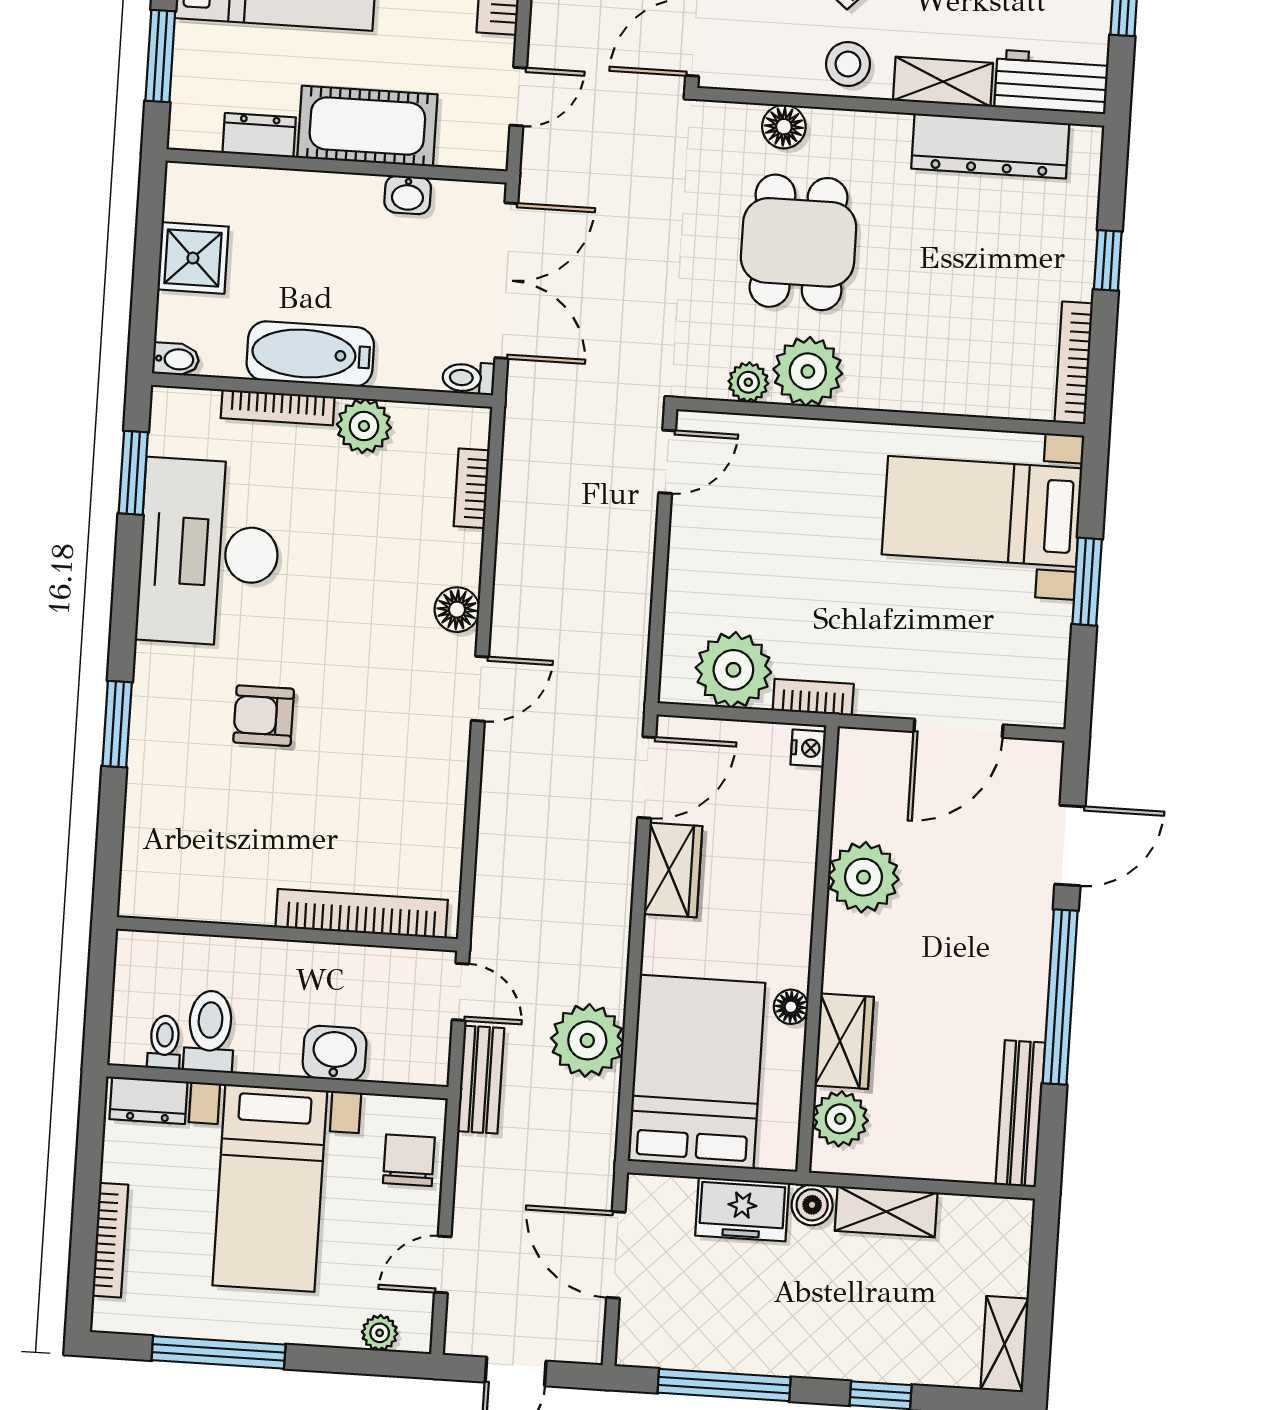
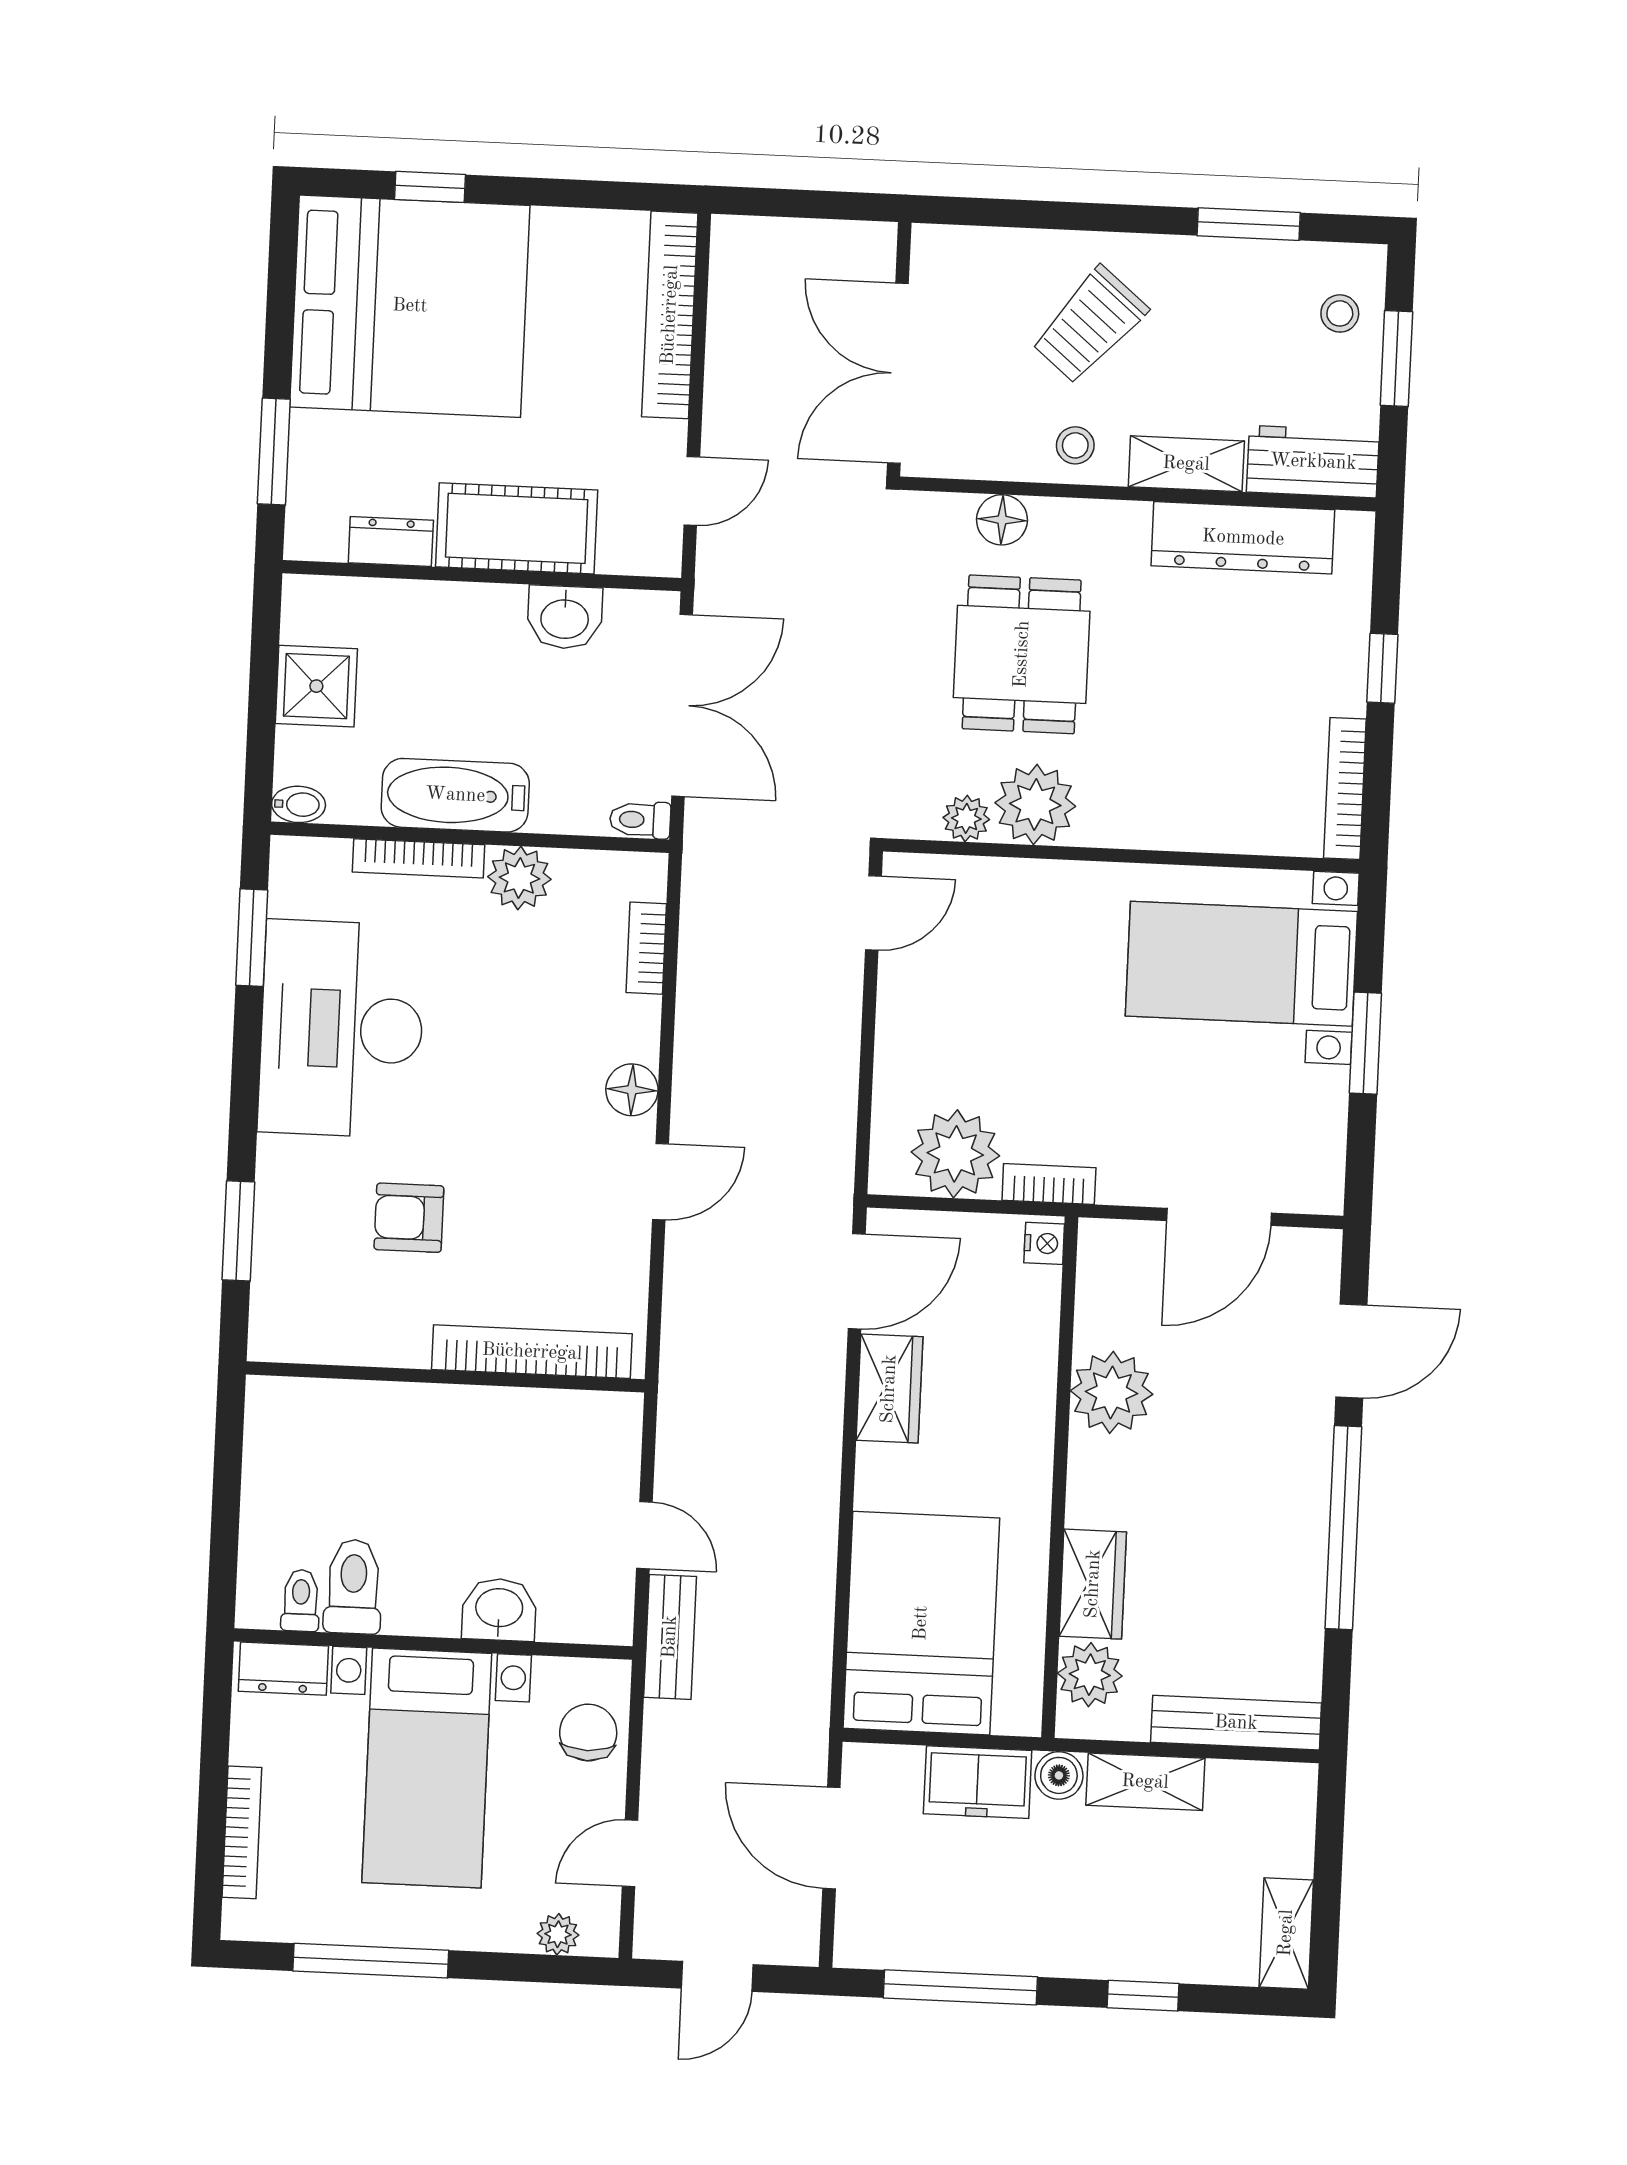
stool: (848, 64) -> (1075, 445), width x0.73, depth x0.73
washbasin: (408, 195) -> (565, 617), width x1.38, depth x1.45
bookcase: (362, 914) -> (532, 1352), moved
wall: (287, 934) -> (445, 1377), moved
floor lamp: (791, 1007) -> (1030, 1545), removed
plant: (587, 1040) -> (793, 1589), removed
bench: (1020, 1114) -> (1236, 1723), moved, turned 90

